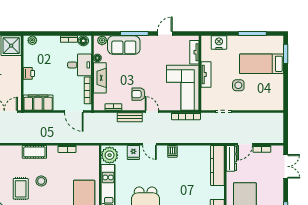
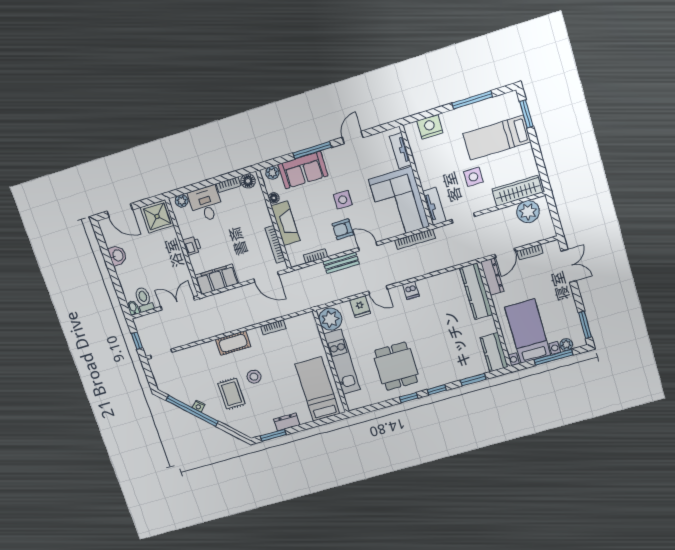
desk: (80, 65) -> (206, 204), moved, turned -90
side table: (145, 74) -> (343, 200), added
tv unit: (206, 75) -> (434, 206), moved
wardrobe: (265, 104) -> (517, 191), added
plant: (268, 120) -> (528, 212), added

